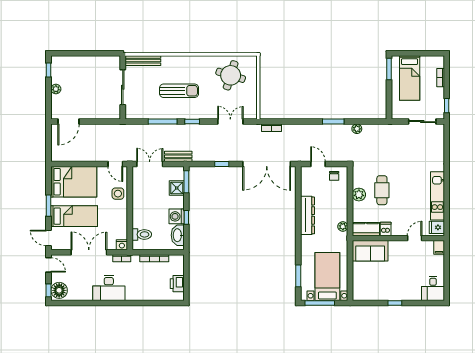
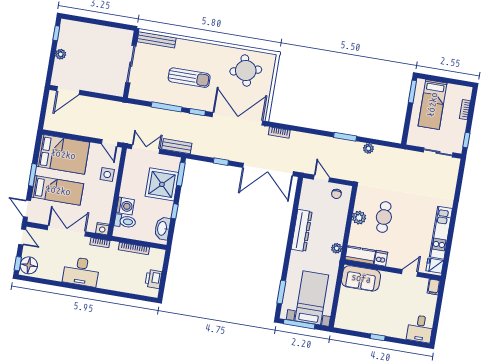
round table: (231, 75) -> (246, 71), turned -31
double door: (230, 122) -> (237, 119), width x1.87
shower: (177, 188) -> (162, 184), width x1.86, depth x1.86
washing machine: (177, 216) -> (125, 206), moved, turned 180

